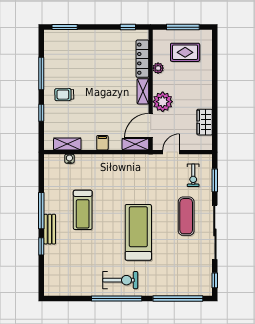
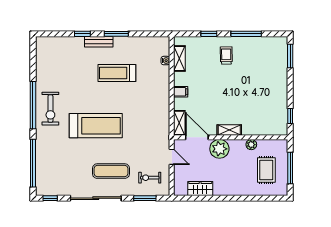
locker: (142, 59) -> (260, 130), removed
window: (41, 211) -> (116, 34), width x0.69

